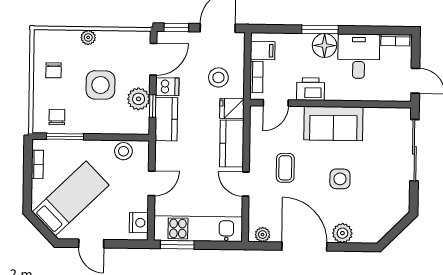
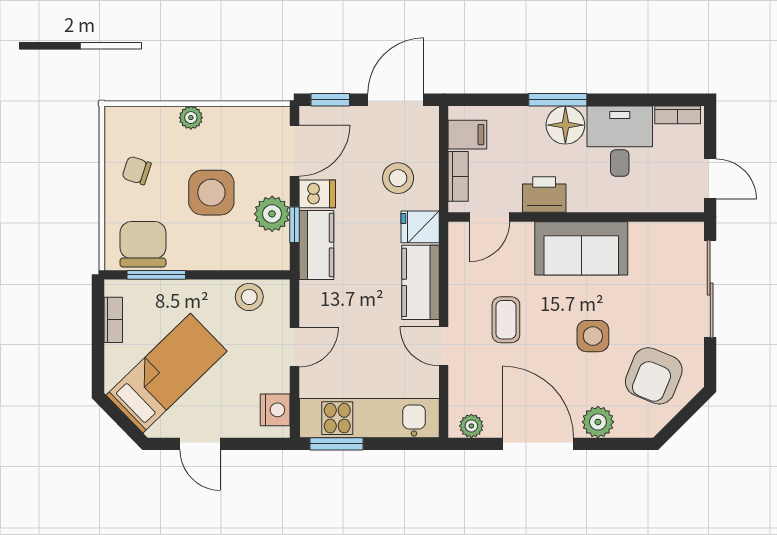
chair: (54, 70) -> (137, 170), turned 108
chair: (57, 117) -> (143, 244), width x1.87, depth x1.87
armchair: (378, 205) -> (654, 376), added

